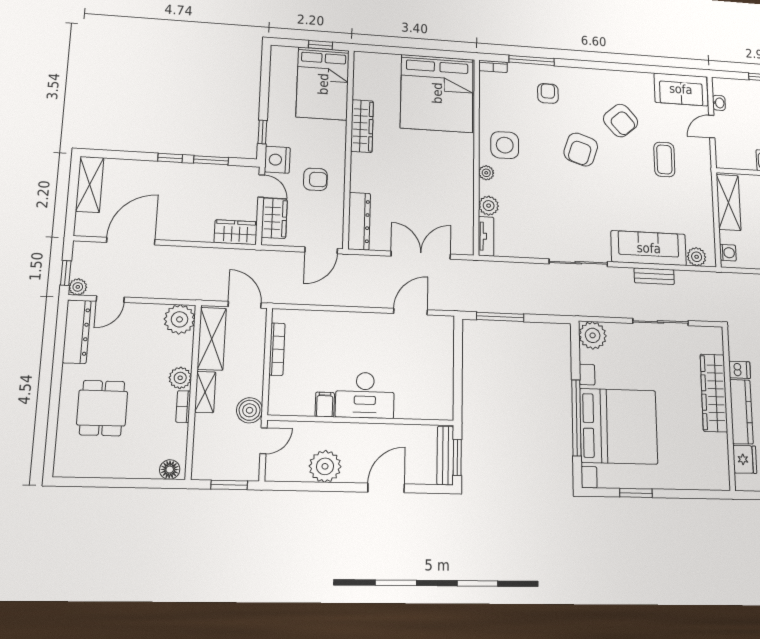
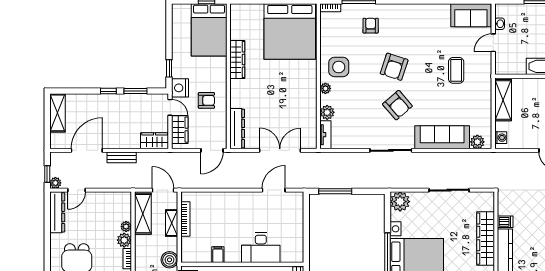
armchair: (621, 121) -> (397, 105), moved
bench: (654, 276) -> (122, 157), moved
plant: (180, 319) -> (126, 227), moved, width x0.53, depth x0.53
shelving: (205, 392) -> (172, 223), moved
desk: (365, 395) -> (261, 248), moved

